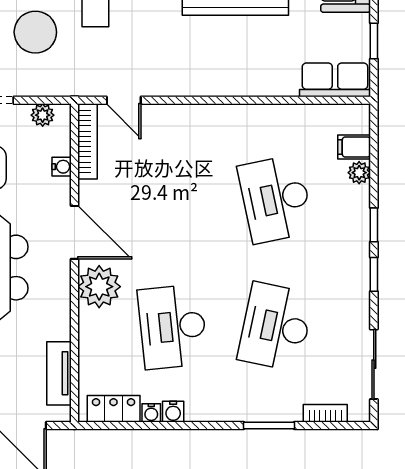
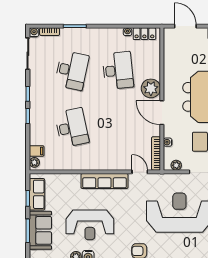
row of seats: (203, 80) -> (104, 181), added
row of seats: (335, 80) -> (37, 194), moved, turned -90
plant: (359, 173) -> (34, 162), moved
tv unit: (59, 373) -> (169, 50), removed
water cooler: (173, 412) -> (34, 32), moved

